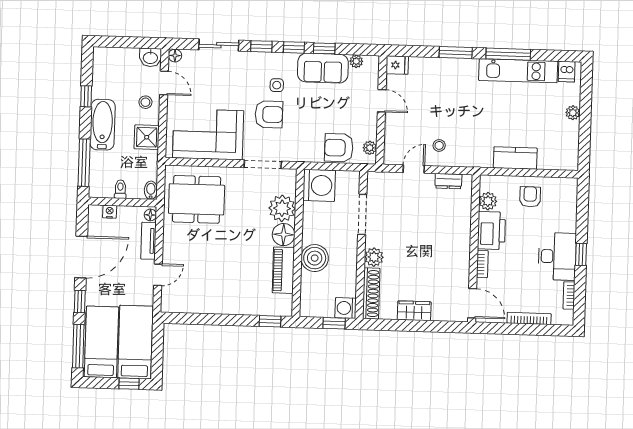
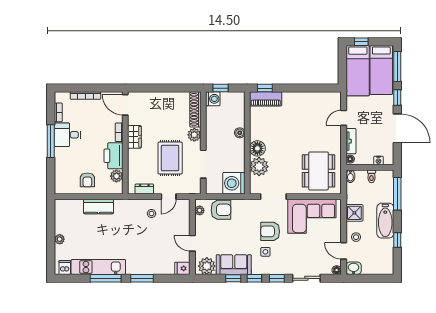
plant: (356, 61) -> (207, 266), width x1.88, depth x1.88
dining table: (197, 199) -> (318, 171), turned 90
rug: (410, 225) -> (170, 158), added
window: (581, 254) -> (51, 141), width x2.17
desk: (557, 256) -> (67, 135), width x0.73
door: (81, 257) -> (397, 128), swing flipped
boiler: (315, 258) -> (240, 133), width x0.54, depth x0.54
piano: (283, 270) -> (266, 99), moved, turned 90
wardrobe: (414, 311) -> (134, 137), moved, turned -90

